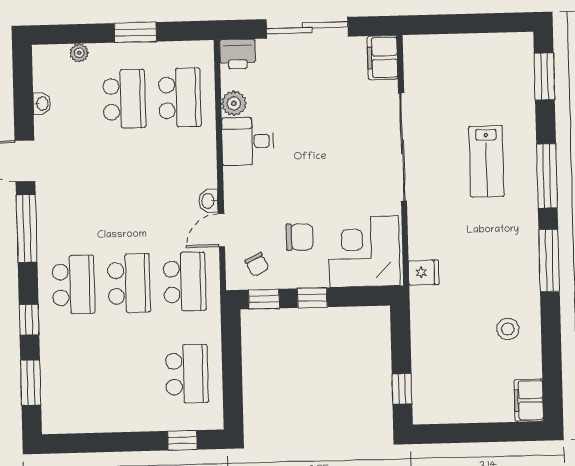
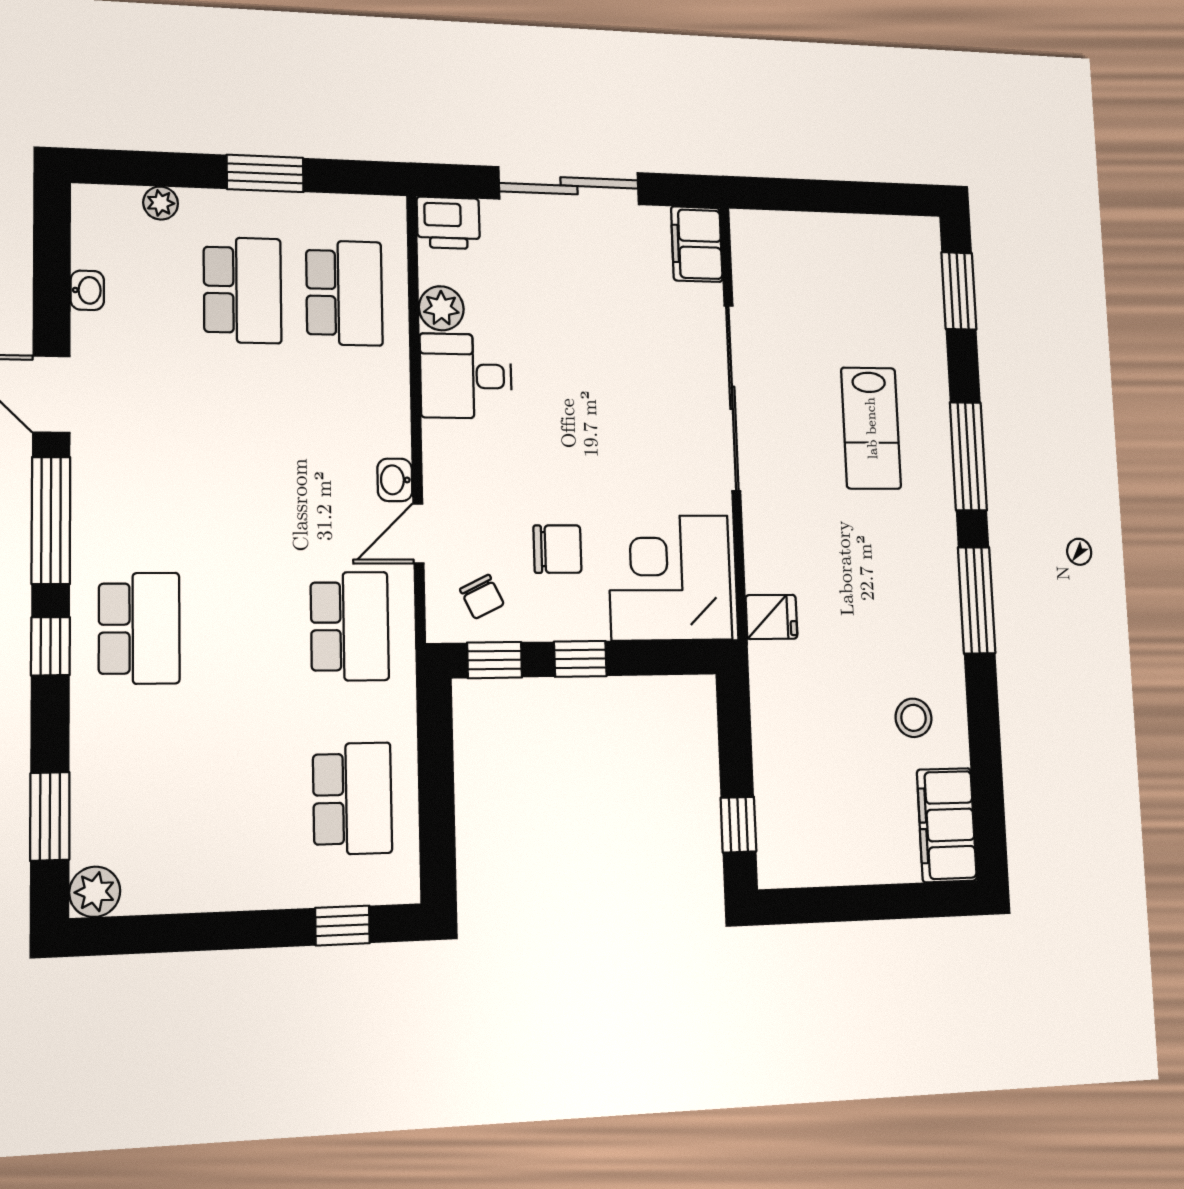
school desk: (129, 283) -> (246, 627), removed
window: (29, 320) -> (50, 646), moved
filing cabinet: (529, 400) -> (947, 825), width x1.50, depth x1.17
plant: (54, 421) -> (95, 892), added

